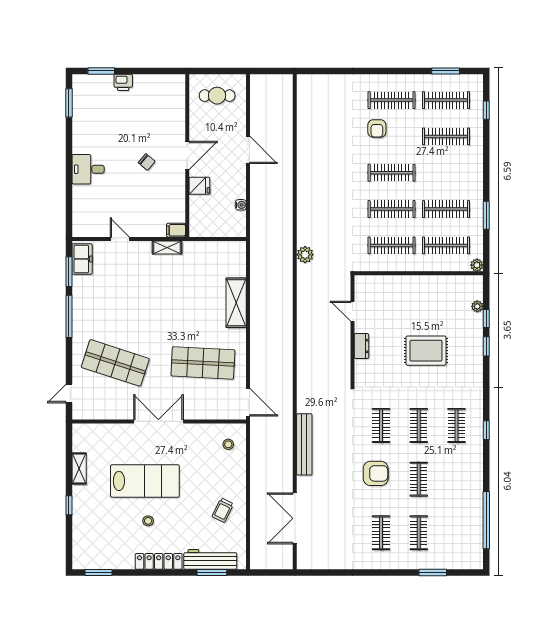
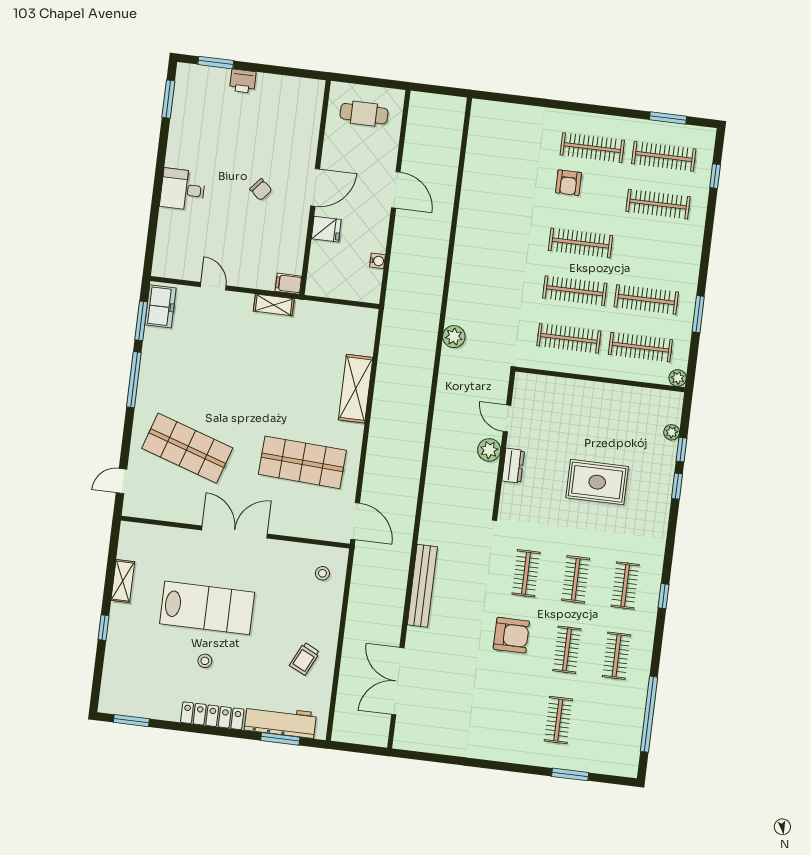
plant: (342, 336) -> (489, 450), added
clothes rail: (381, 533) -> (616, 656), moved

